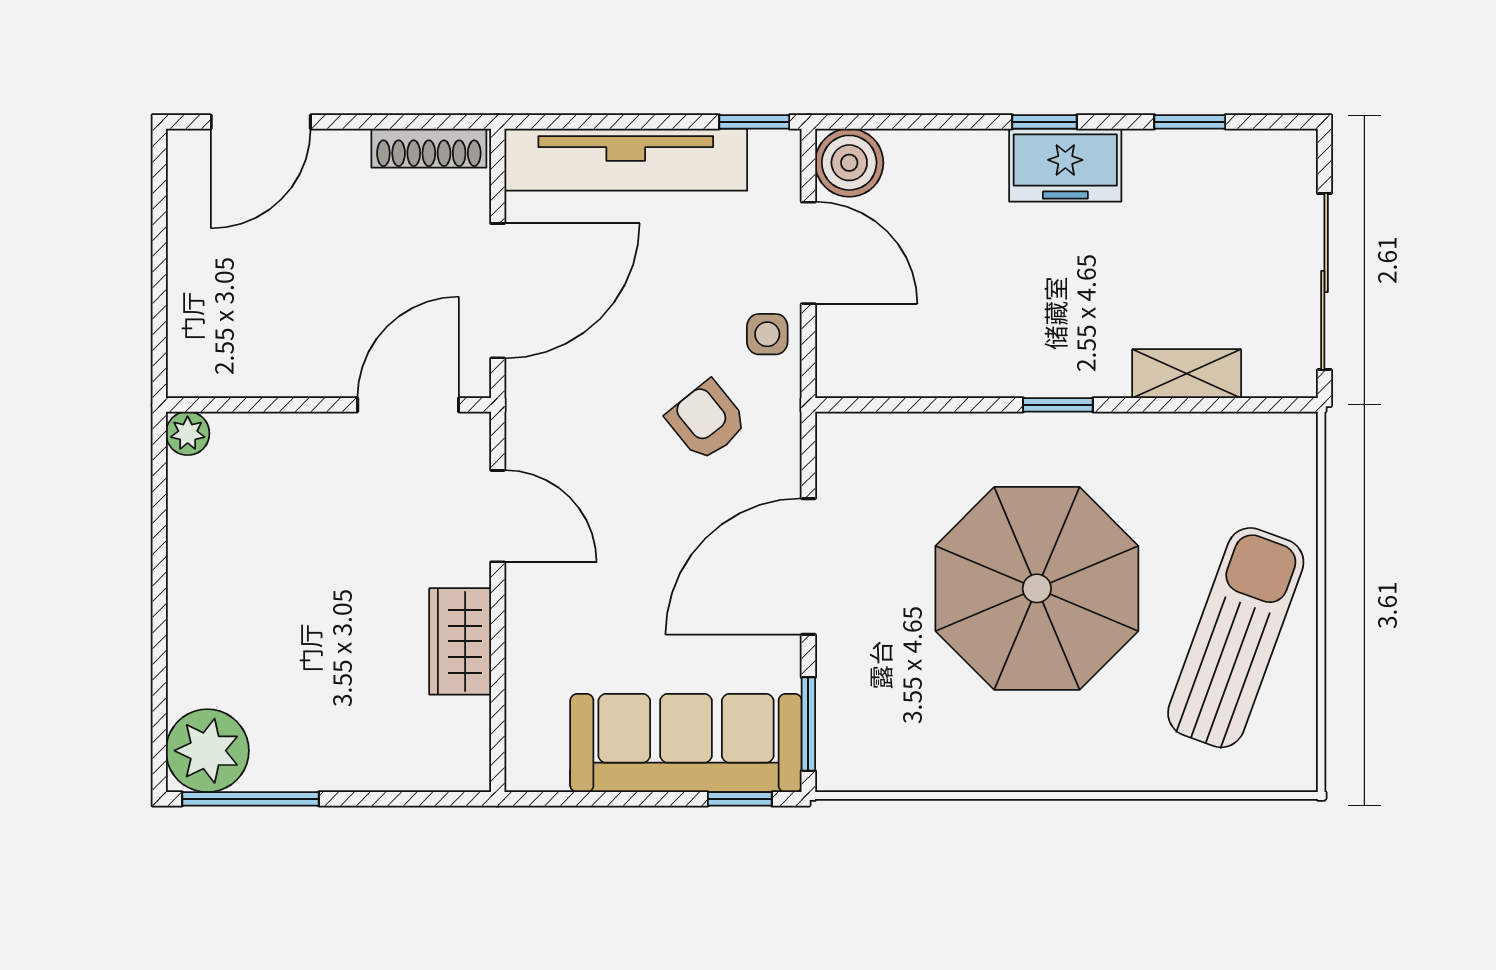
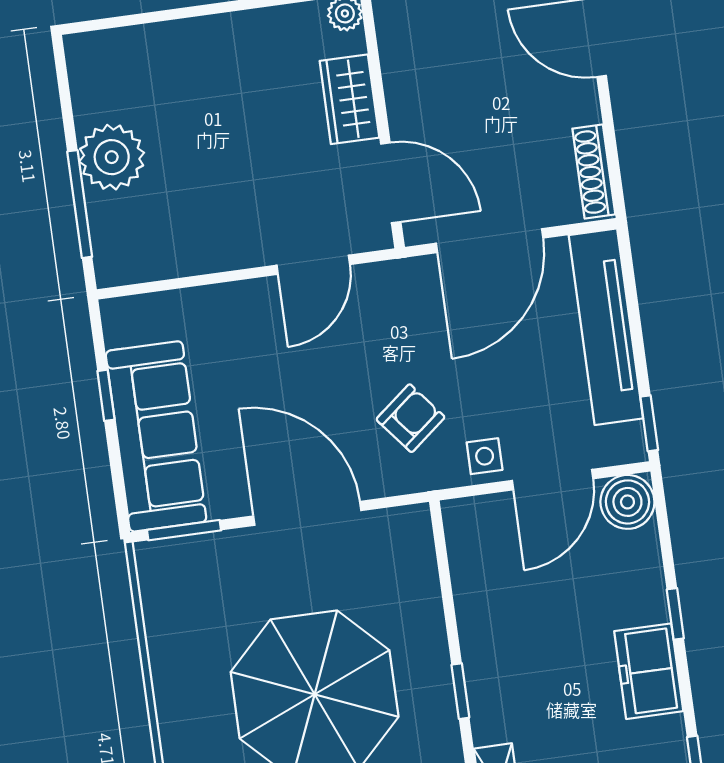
window: (1045, 122) -> (675, 614), moved
door: (498, 291) -> (490, 241), hinge flipped
wardrobe: (460, 641) -> (349, 99), moved, turned -90
plant: (207, 751) -> (112, 157), moved
window: (250, 799) -> (80, 204), moved
window: (740, 799) -> (106, 395), moved

